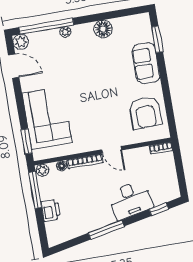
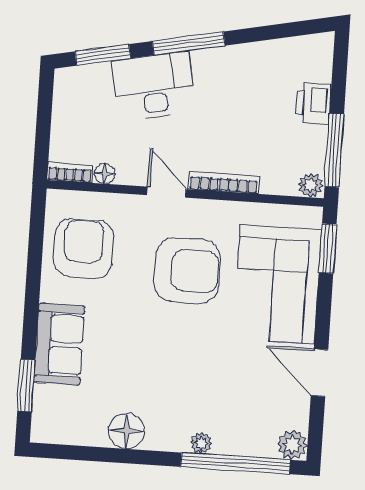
door: (14, 66) -> (319, 373), moved
armchair: (92, 114) -> (187, 270), added
floor lamp: (62, 166) -> (105, 174), moved
window: (159, 209) -> (103, 55), width x1.50
window: (106, 230) -> (189, 43), moved

